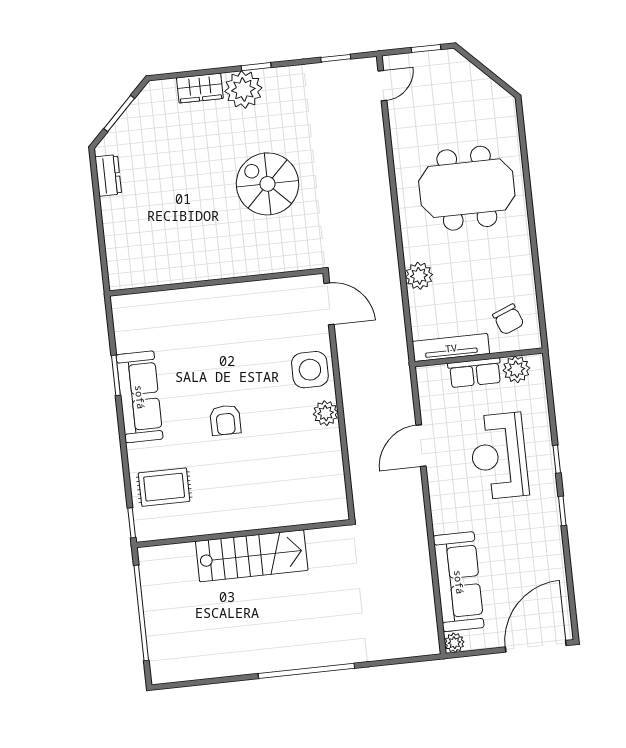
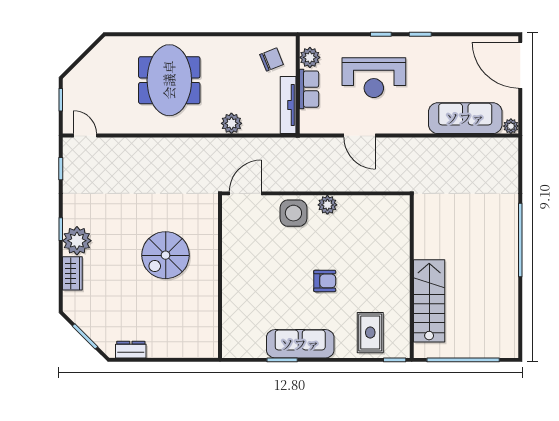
spiral stairs: (267, 184) -> (166, 255), moved
stairs: (252, 556) -> (429, 301), moved

